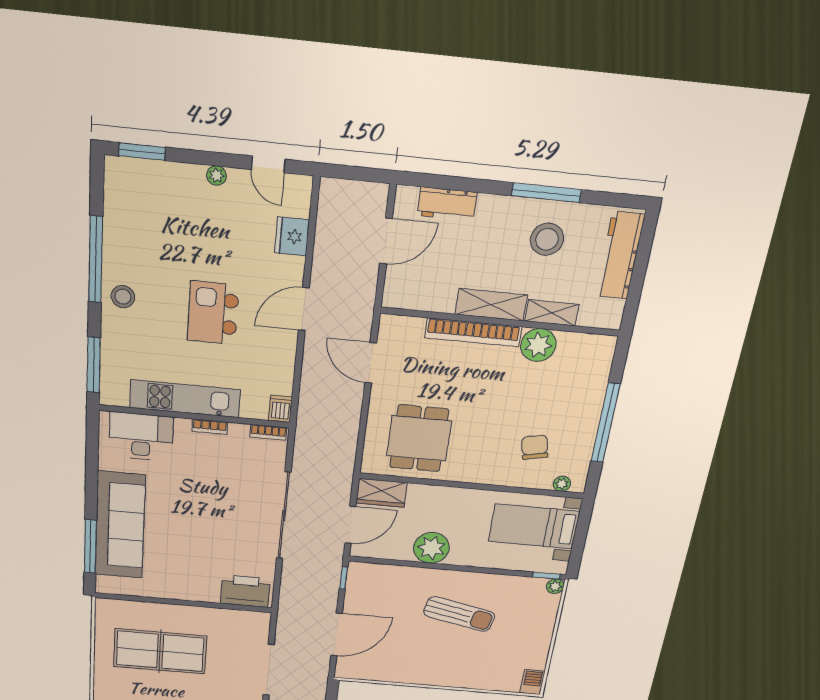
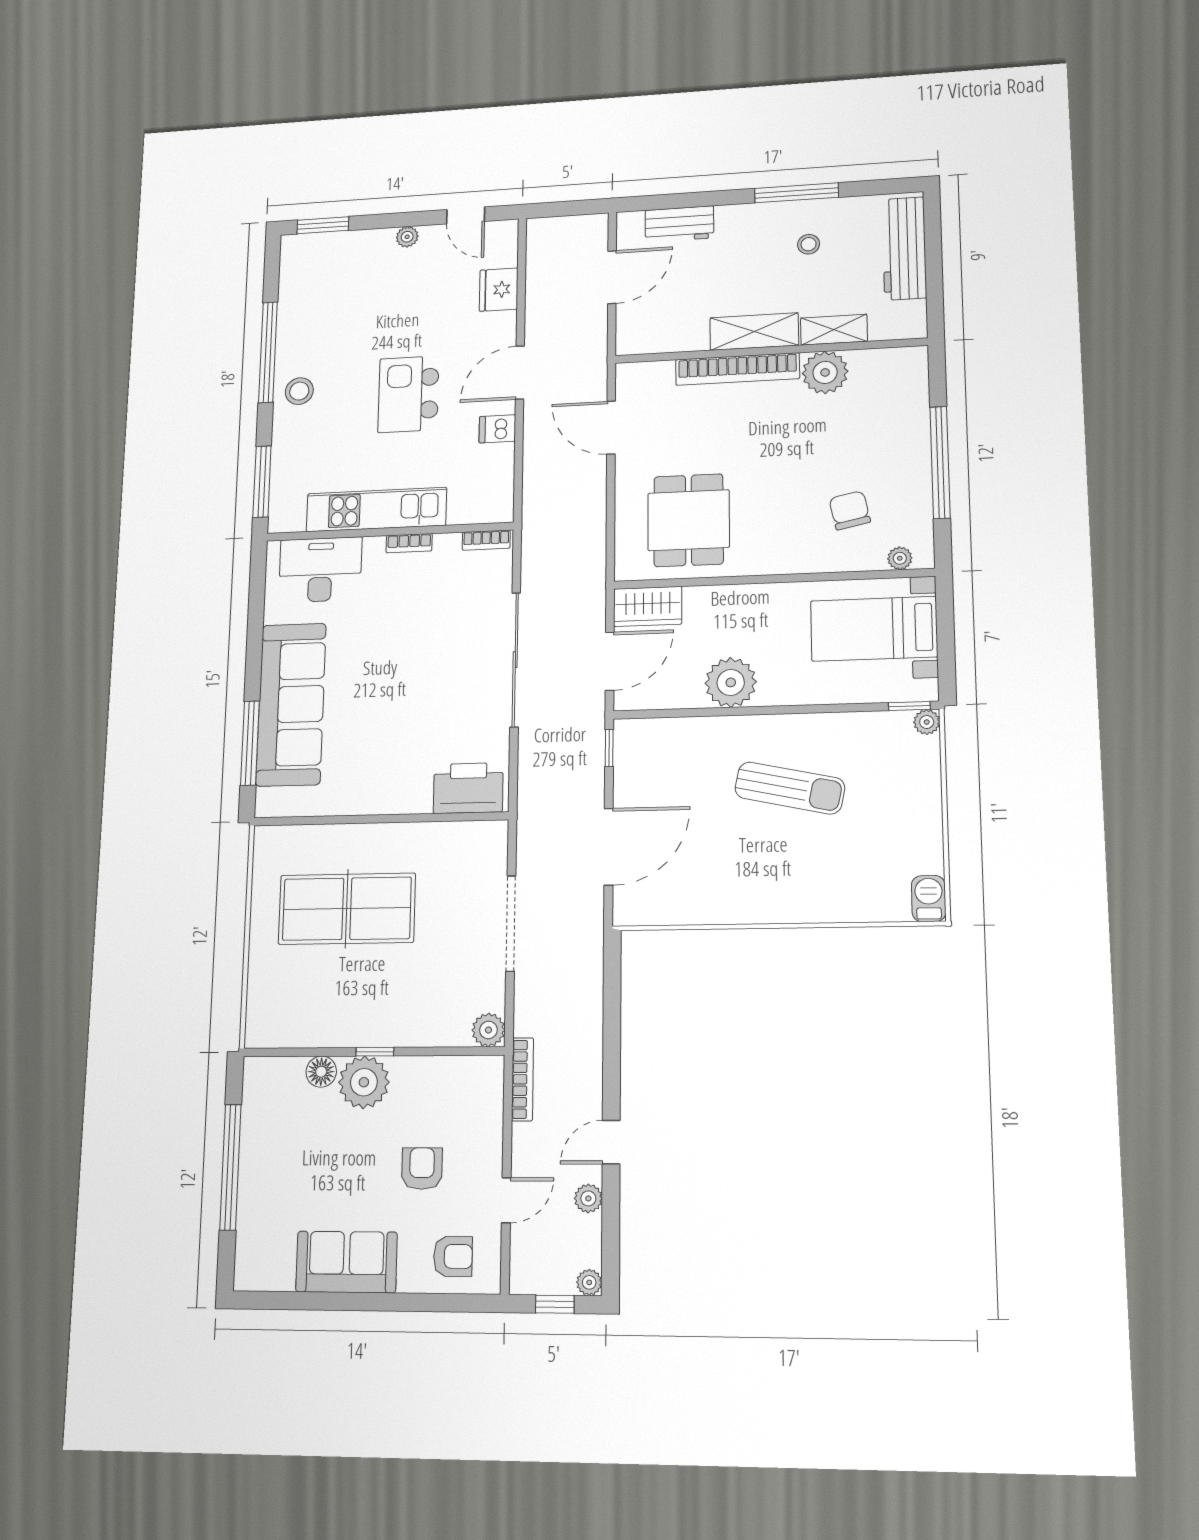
stool: (547, 239) -> (809, 244), width x0.53, depth x0.53
dishwasher: (280, 409) -> (497, 429), moved, turned -90

